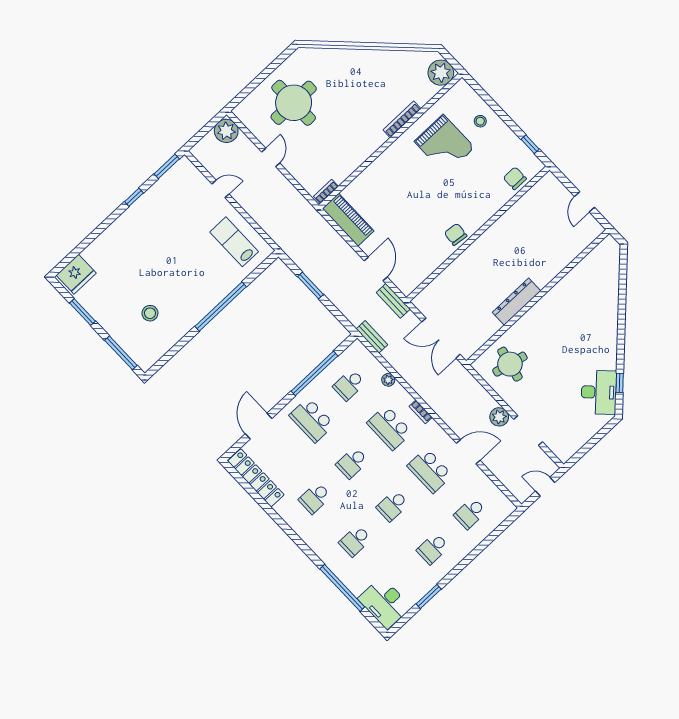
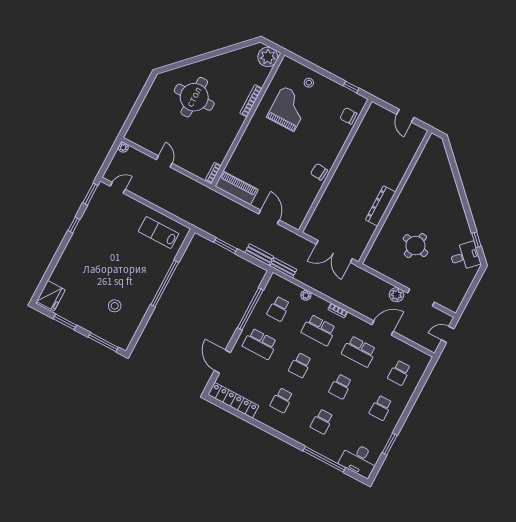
round table: (294, 103) -> (194, 97), moved
plant: (226, 131) -> (123, 147), width x0.53, depth x0.53
grand piano: (444, 145) -> (288, 109), turned -90
door: (221, 189) -> (118, 188), moved
bench: (393, 301) -> (259, 255), moved
round table: (510, 364) -> (415, 246), moved
desk: (599, 392) -> (465, 256), width x0.73

